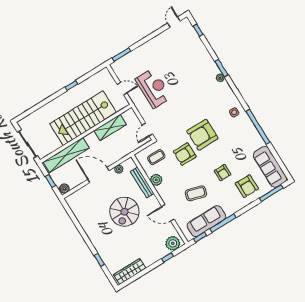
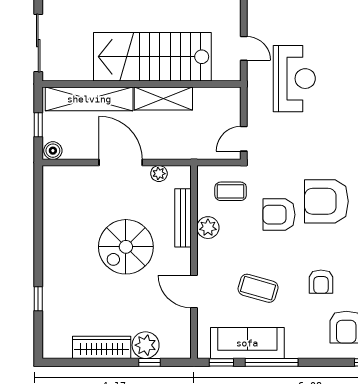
shelving: (110, 128) -> (163, 99), moved
plant: (173, 243) -> (146, 345), moved
wardrobe: (130, 272) -> (102, 347), moved

